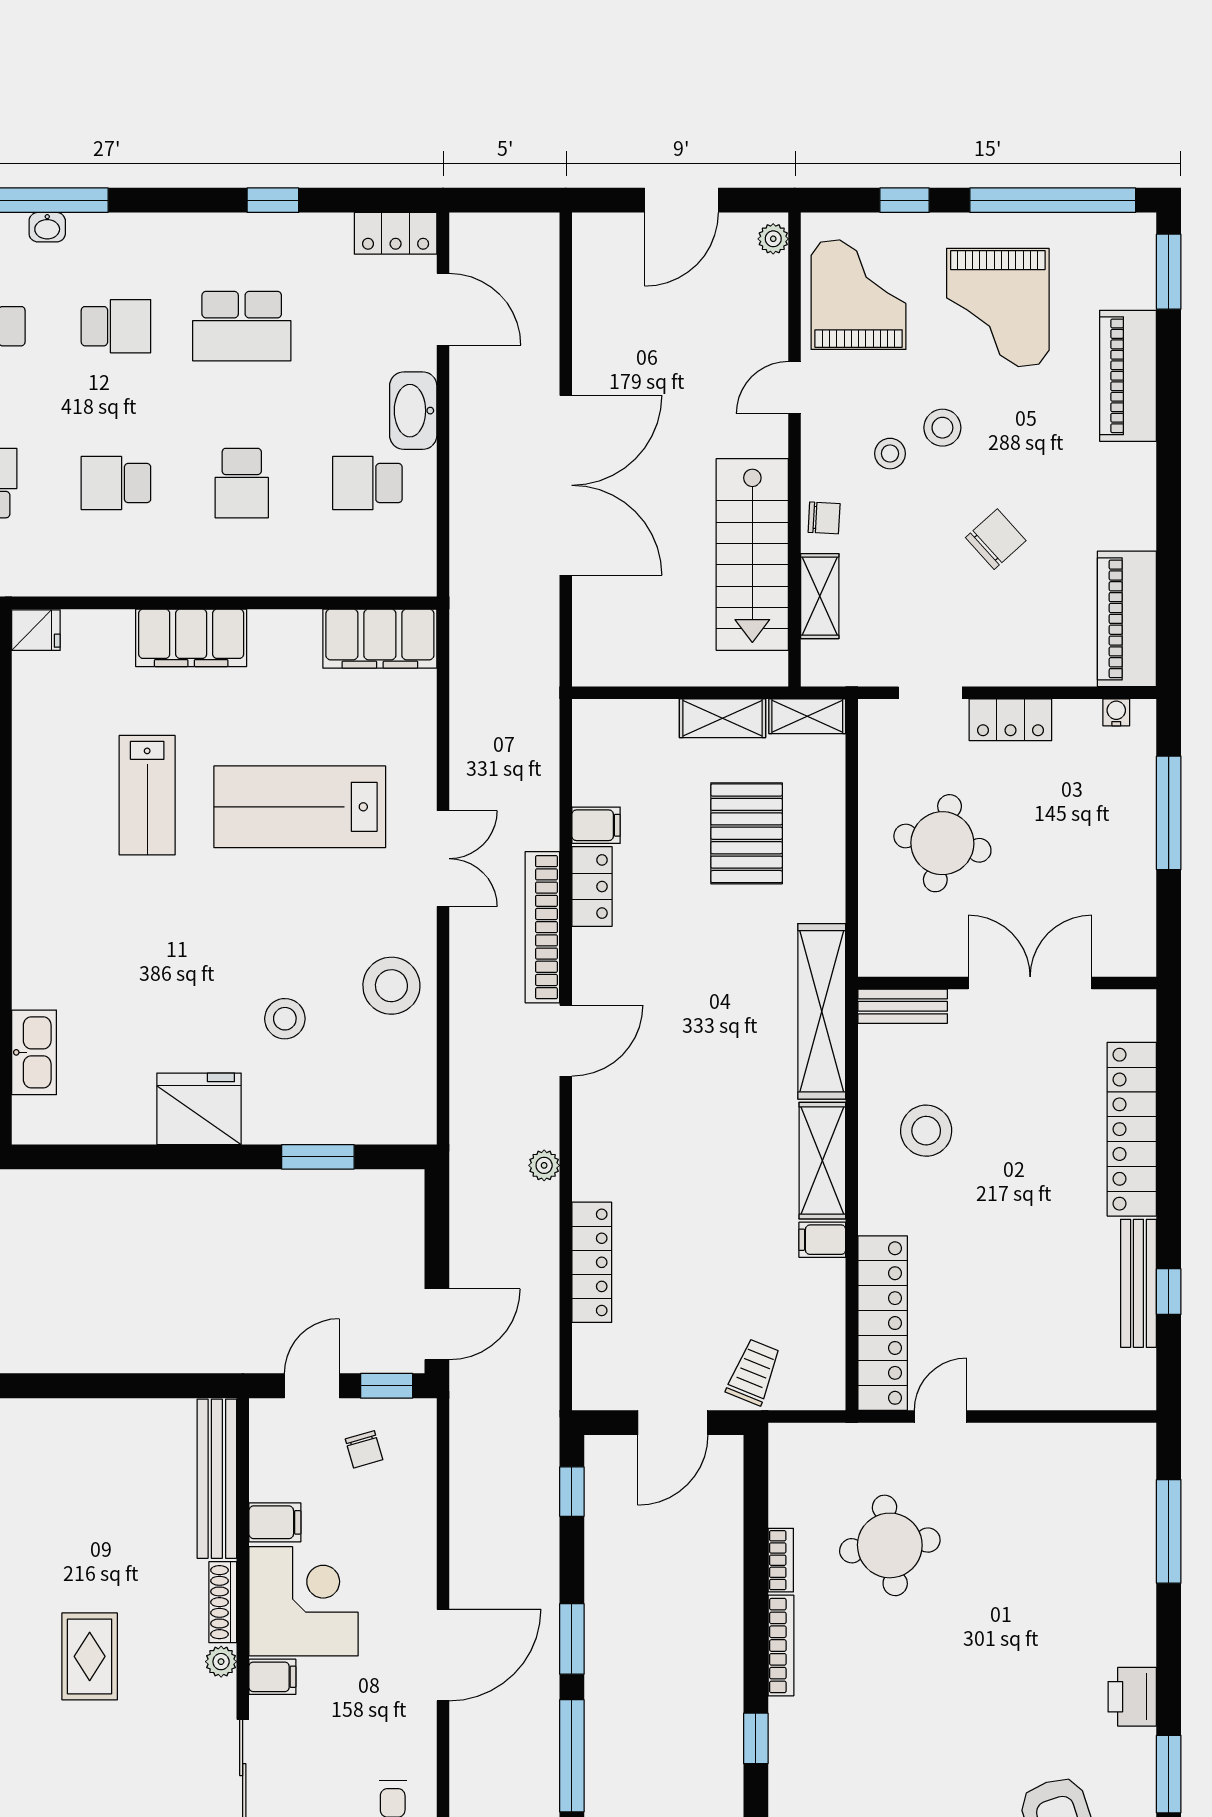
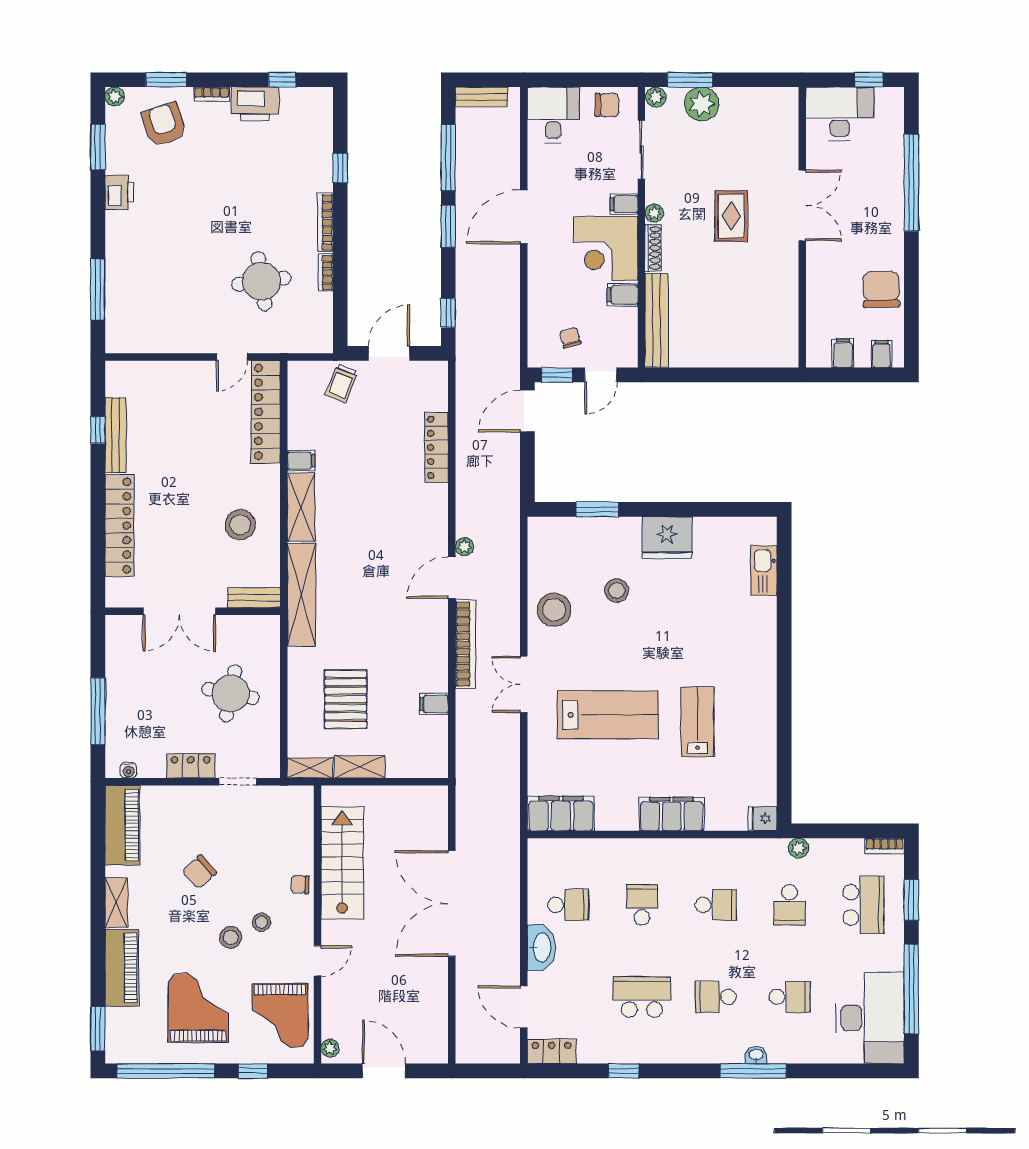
door: (681, 200) -> (384, 1071), hinge flipped
shelving: (820, 596) -> (116, 903), moved
locker: (592, 887) -> (436, 668), removed
plant: (544, 1165) -> (464, 546), moved

